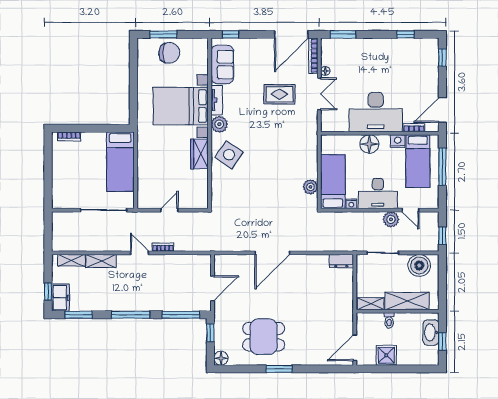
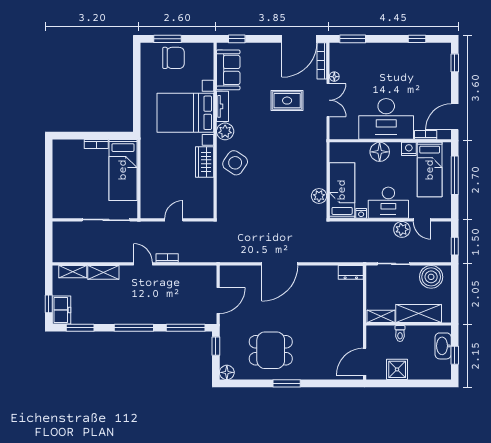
bookcase: (69, 136) -> (96, 144), moved

